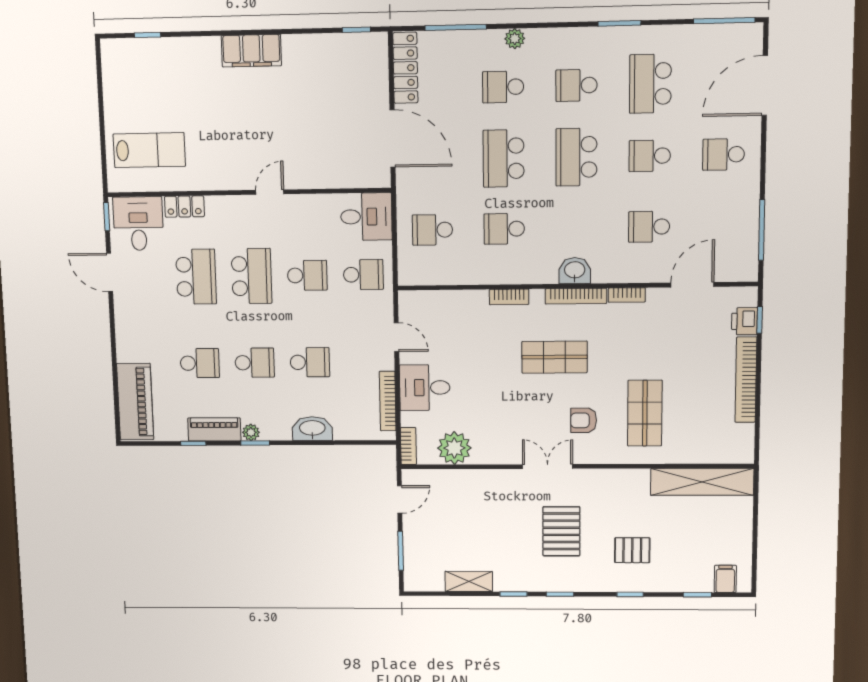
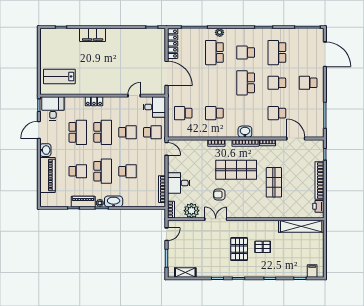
filing cabinet: (251, 51) -> (93, 35), moved
door: (765, 85) -> (325, 54), swing flipped
school desk: (503, 87) -> (214, 53), width x1.85
lab bench: (149, 150) -> (59, 76), turned 180
school desk: (504, 158) -> (214, 83), removed
door: (270, 192) -> (134, 96), moved
locker: (184, 206) -> (94, 101), moved
door: (110, 272) -> (39, 130), hinge flipped
door: (692, 285) -> (296, 138), hinge flipped
washbasin: (126, 317) -> (45, 150), added
printer: (744, 321) -> (318, 206), moved
door: (396, 337) -> (166, 149), moved
shop shelf: (554, 357) -> (236, 170), width x1.43, depth x1.36
school desk: (255, 363) -> (103, 171), width x1.85
piano: (135, 402) -> (48, 175), moved
shop shelf: (645, 413) -> (274, 182), moved
armchair: (584, 420) -> (219, 195), moved
washbasin: (312, 429) -> (114, 201), moved
double door: (548, 467) -> (216, 219), moved
pallet: (632, 550) -> (263, 247), moved
shelving: (469, 581) -> (185, 273), moved

